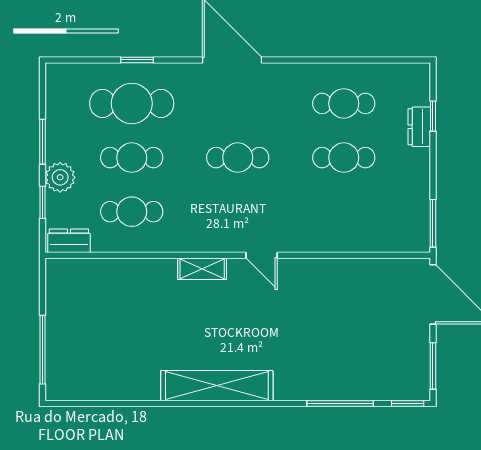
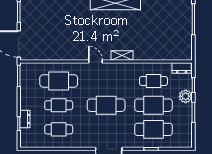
cafe table: (132, 158) -> (154, 105), width x1.37, depth x1.35
cafe table: (238, 158) -> (106, 105), width x1.37, depth x1.35
cafe table: (344, 212) -> (59, 81), added

